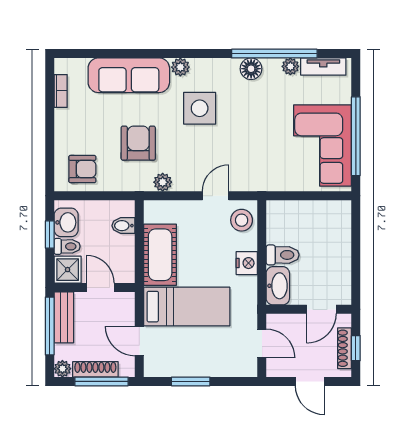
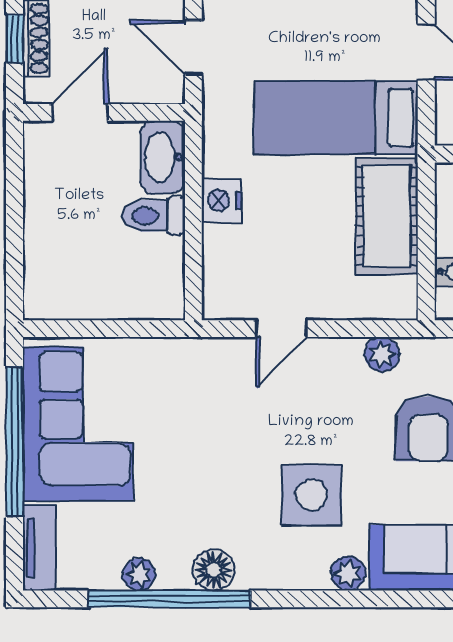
tv unit: (323, 67) -> (39, 548), moved, turned 90
stool: (242, 220) -> (232, 282), removed

